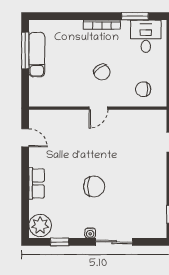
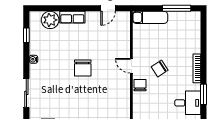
exam couch: (37, 55) -> (150, 17), moved
chair: (143, 89) -> (140, 85), moved
chair: (94, 186) -> (83, 68), moved
plant: (40, 225) -> (50, 20), moved
sliding door: (114, 242) -> (26, 93), moved

